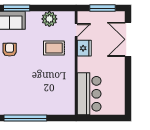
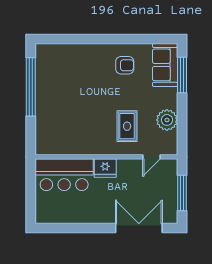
door: (76, 30) -> (151, 157), hinge flipped
fridge: (84, 48) -> (105, 168), moved

